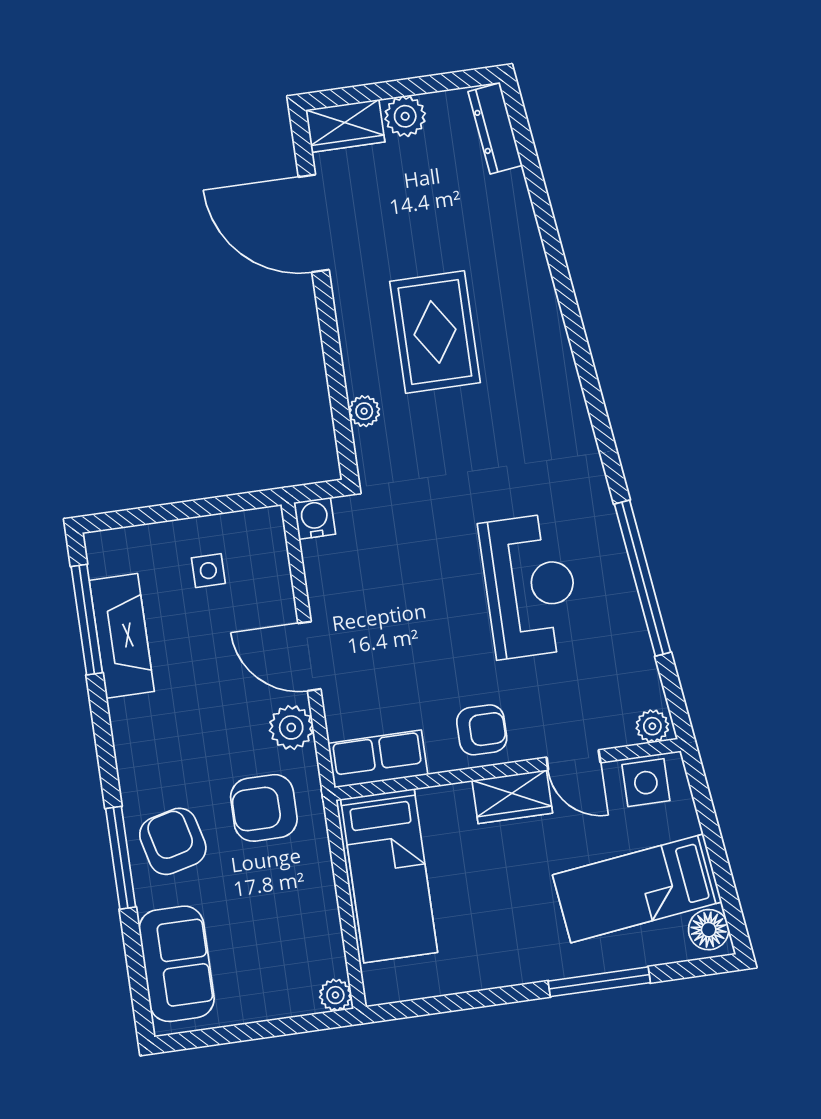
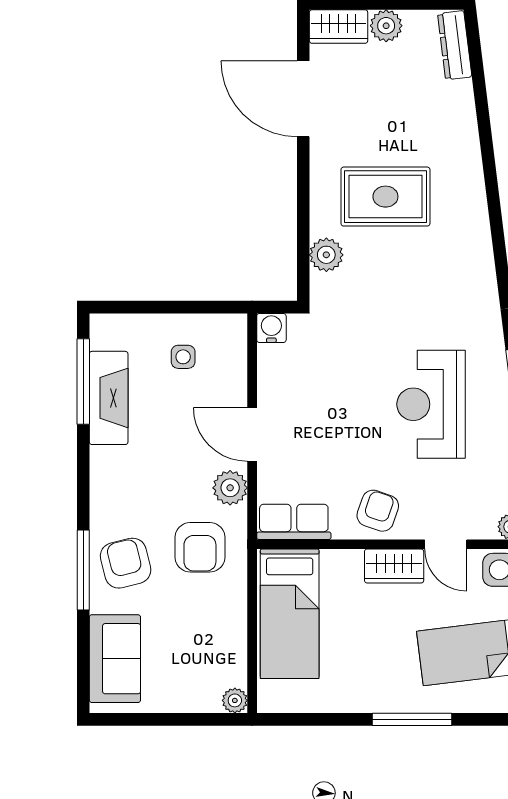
rug: (435, 332) -> (385, 197), turned 90
plant: (364, 411) -> (326, 255), width x1.38, depth x1.38
reception desk: (530, 586) -> (431, 404), turned 180
armchair: (482, 730) -> (378, 511), turned -71
armchair: (264, 808) -> (200, 547), turned -90
window: (599, 982) -> (412, 719), moved

